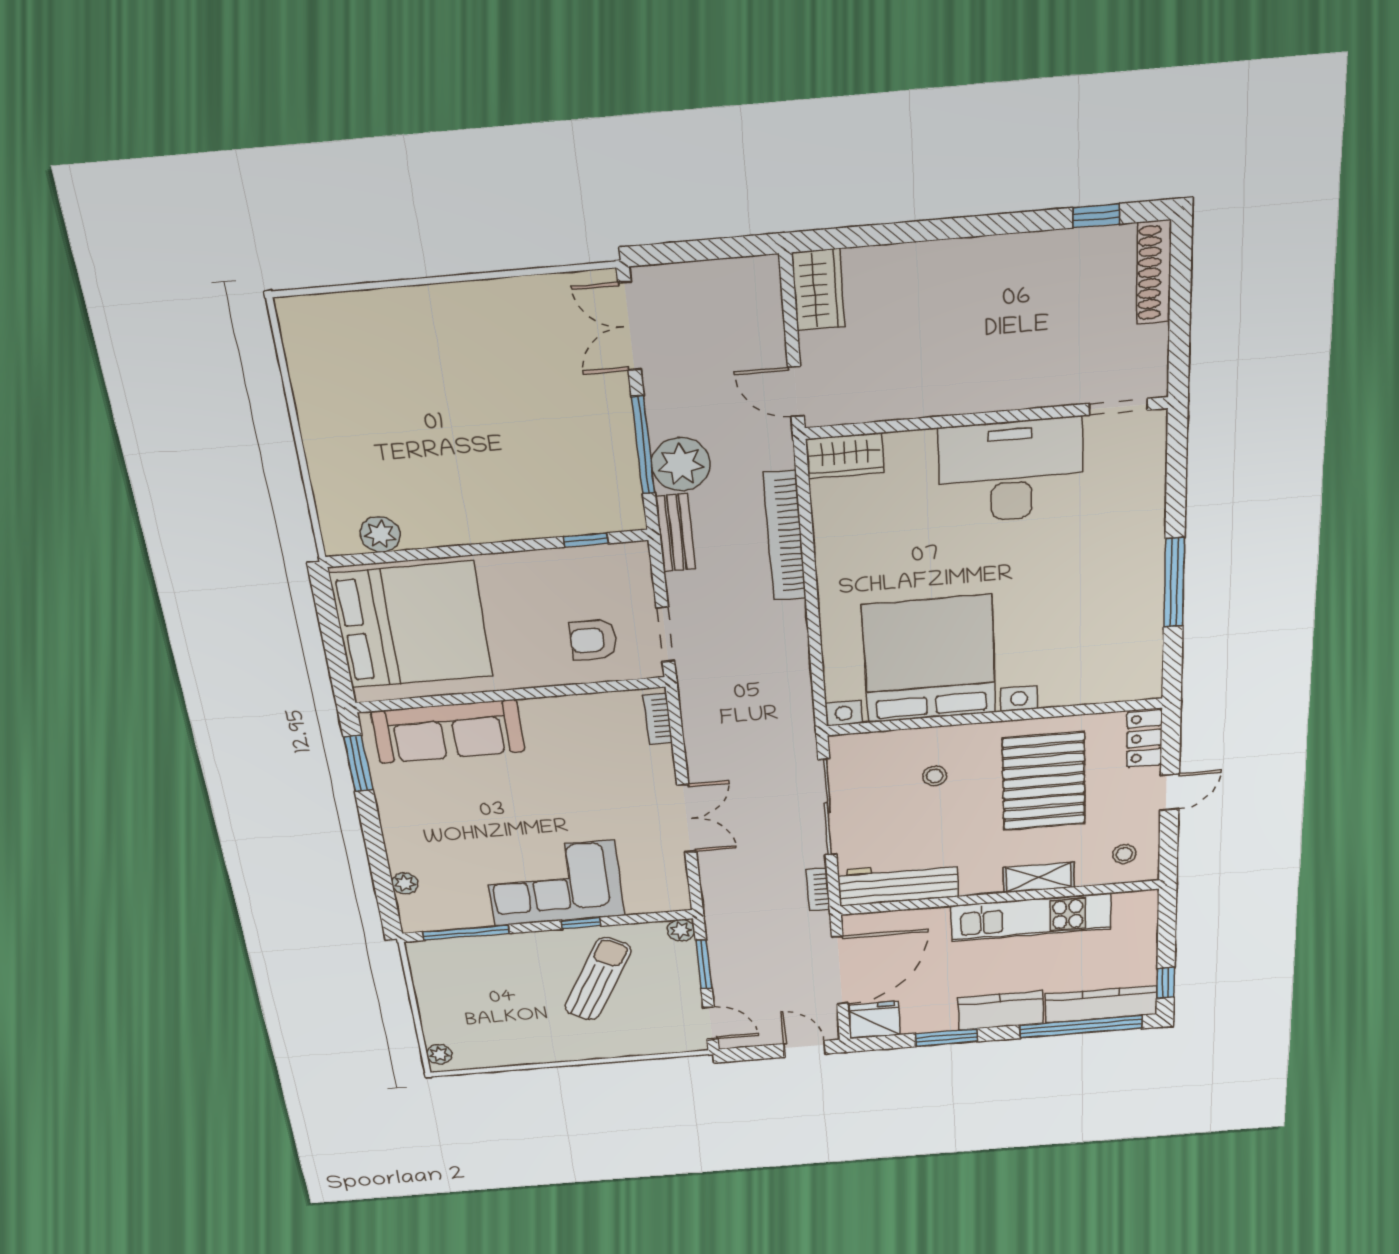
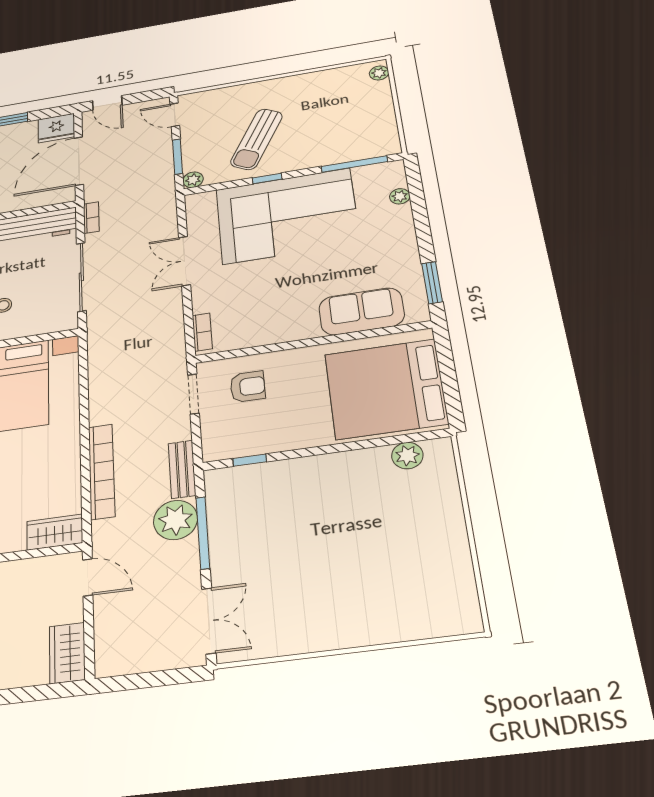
sofa: (448, 732) -> (362, 311), width x0.73
corner sofa: (554, 883) -> (287, 216), width x1.36, depth x1.36

